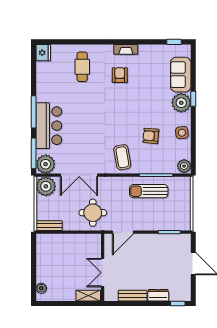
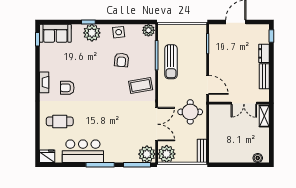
sofa: (181, 75) -> (55, 33), moved
bar counter: (49, 126) -> (83, 151), moved

